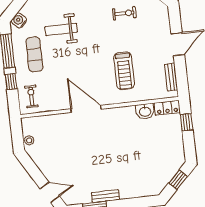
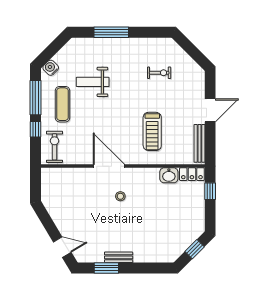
bench: (171, 77) -> (199, 143), width x1.36
exercise bike: (31, 96) -> (54, 147), width x1.38, depth x1.39
stool: (29, 140) -> (120, 196), moved

